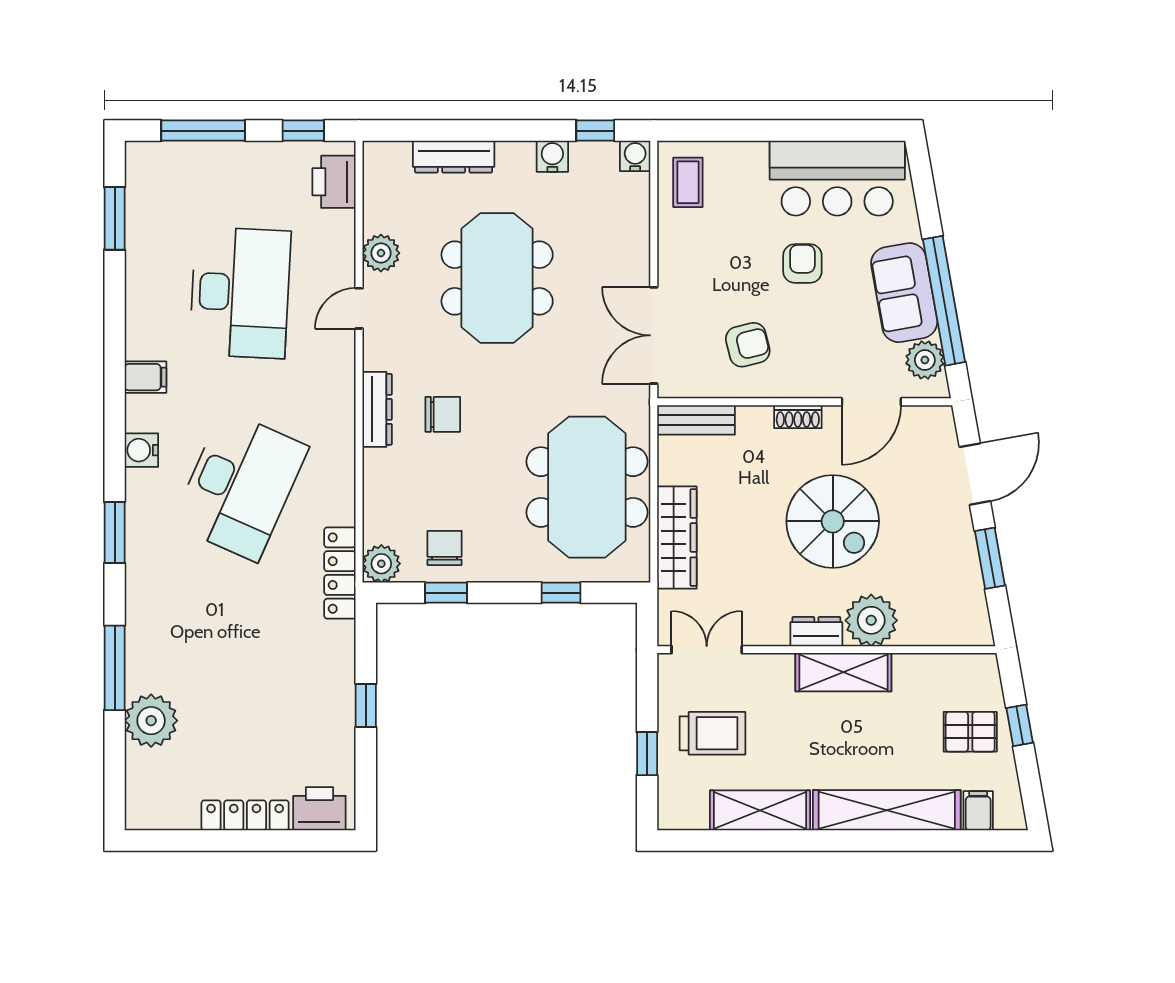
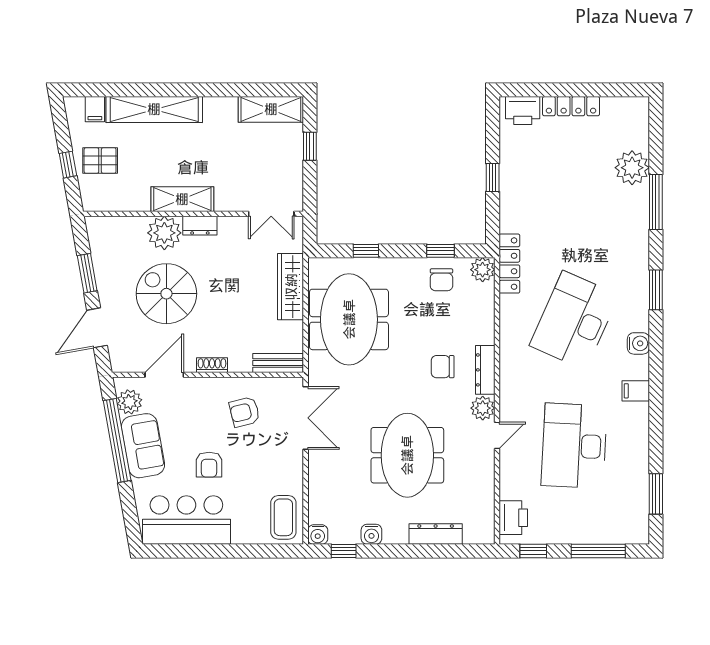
coffee table: (688, 182) -> (283, 517), width x1.36, depth x1.30
plant: (381, 253) -> (483, 408), moved
spiral stairs: (833, 521) -> (166, 294), moved
trolley: (712, 733) -> (267, 159), removed
shelving: (760, 810) -> (271, 109), moved

